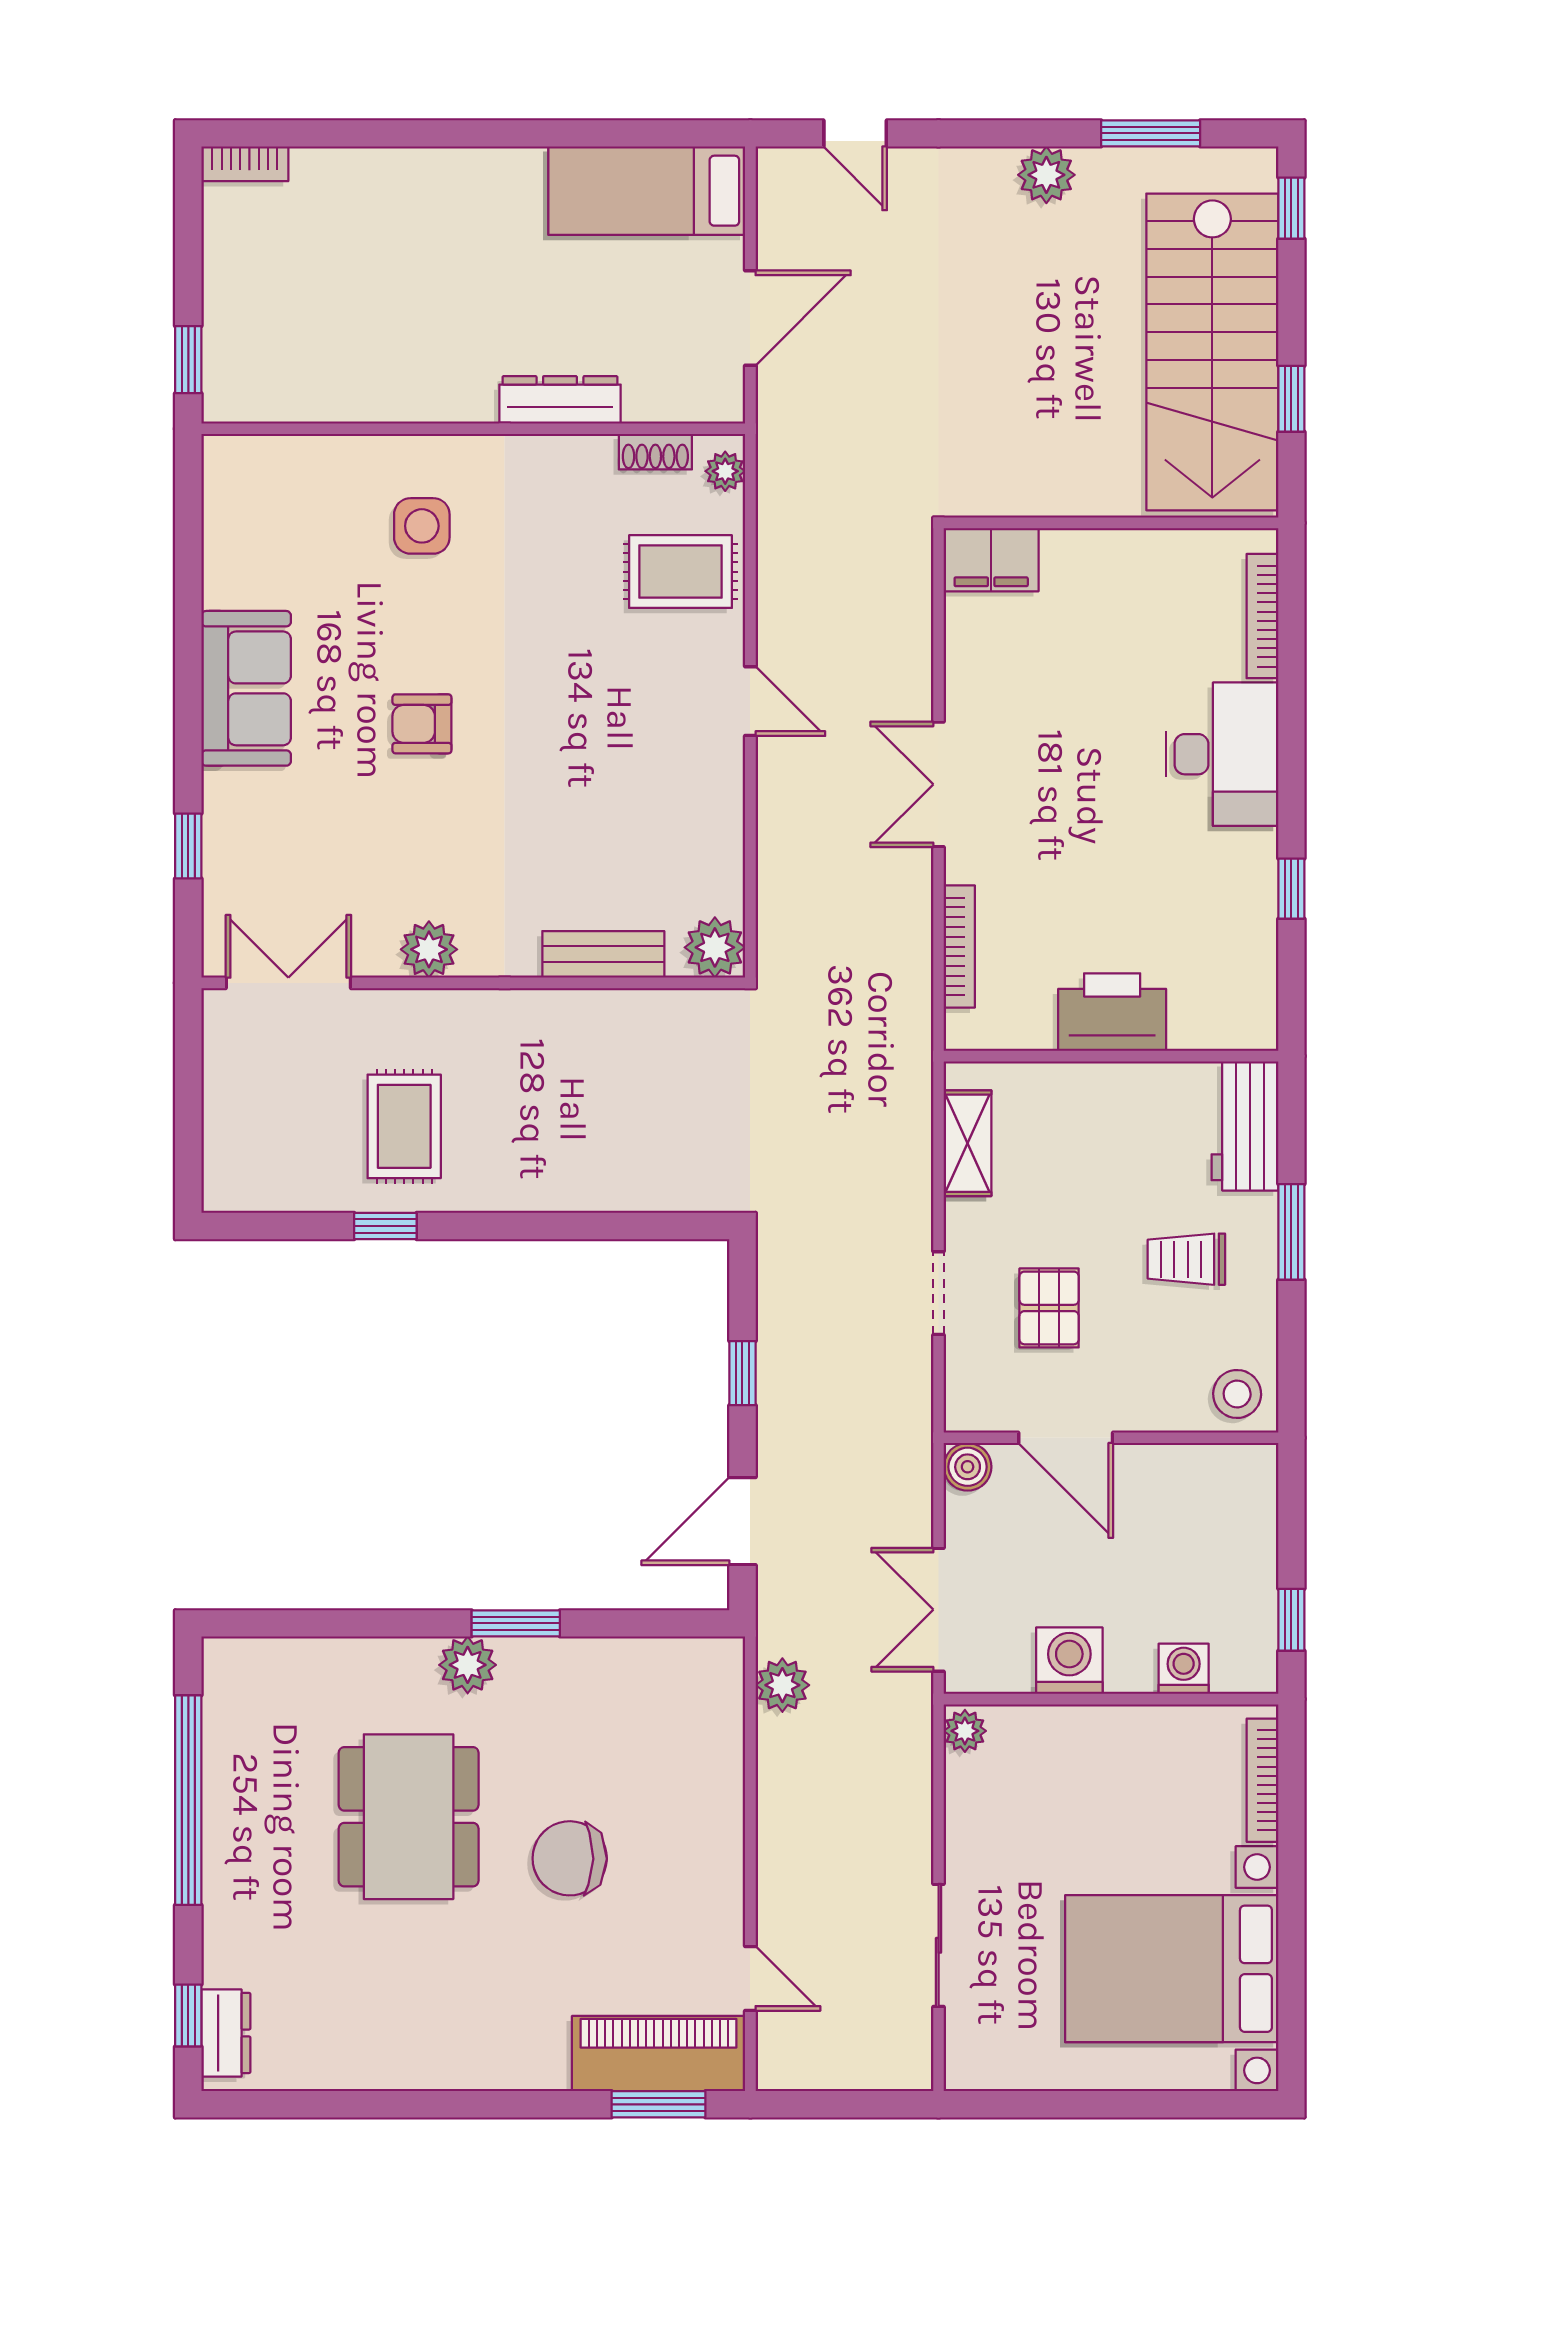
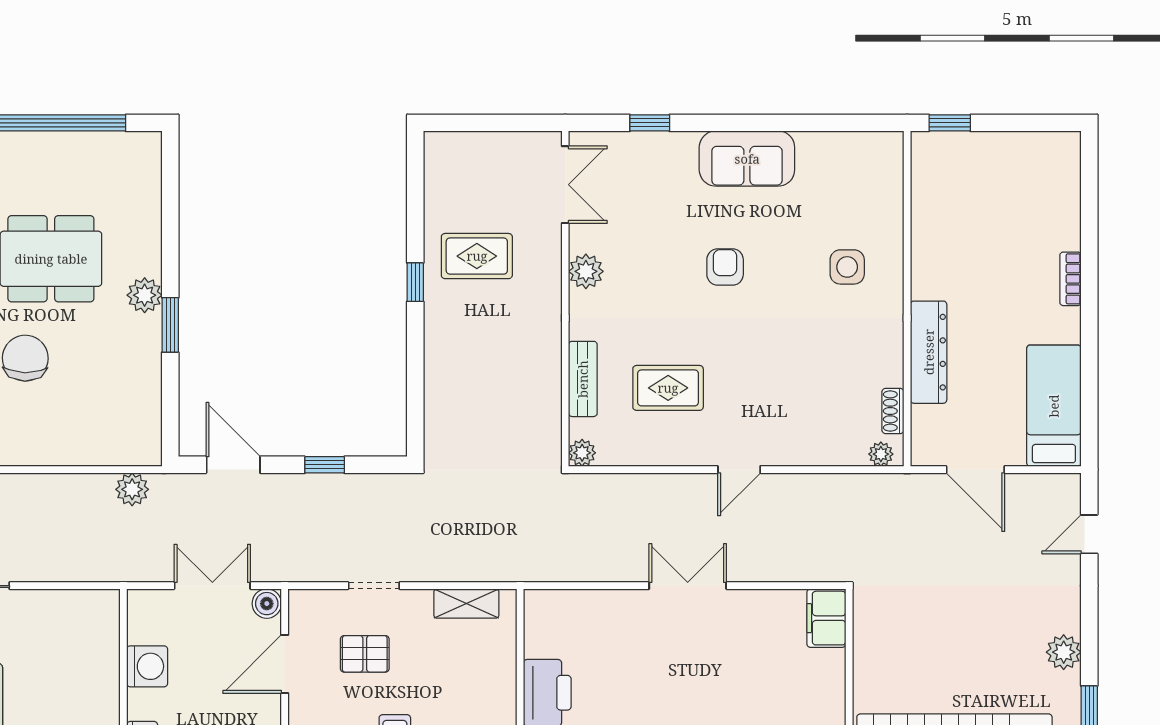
bookcase: (245, 164) -> (1071, 279), moved
dresser: (560, 400) -> (929, 352), width x1.37, depth x1.24
rug: (681, 572) -> (668, 388), moved, turned 90
plant: (715, 947) -> (582, 453), width x0.73, depth x0.73
bookcase: (959, 947) -> (588, 599), removed
window: (385, 1226) -> (415, 282), moved
double door: (939, 1610) -> (212, 586), moved
plant: (965, 1731) -> (104, 602), removed

